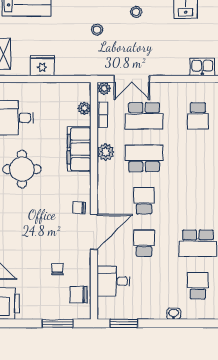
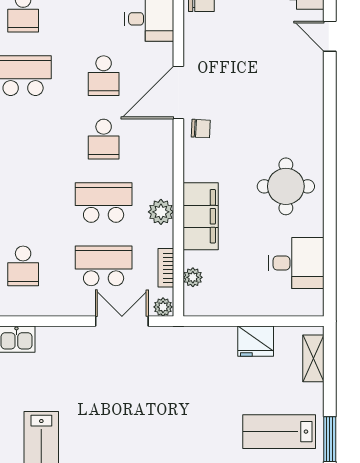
stool: (136, 12) -> (116, 421), removed
stool: (97, 30) -> (174, 395), removed
school desk: (198, 116) -> (23, 266), turned 180
school desk: (144, 158) -> (104, 202), turned 180
chair: (57, 269) -> (233, 37), removed

